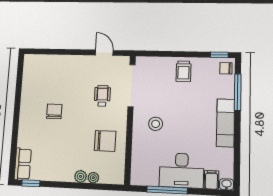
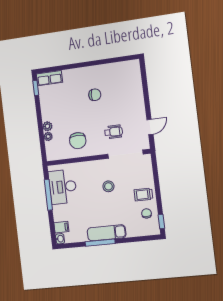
chair: (226, 68) -> (147, 213), moved
window: (238, 92) -> (100, 243), moved
stool: (156, 124) -> (108, 186), moved
desk: (182, 170) -> (63, 187), moved

